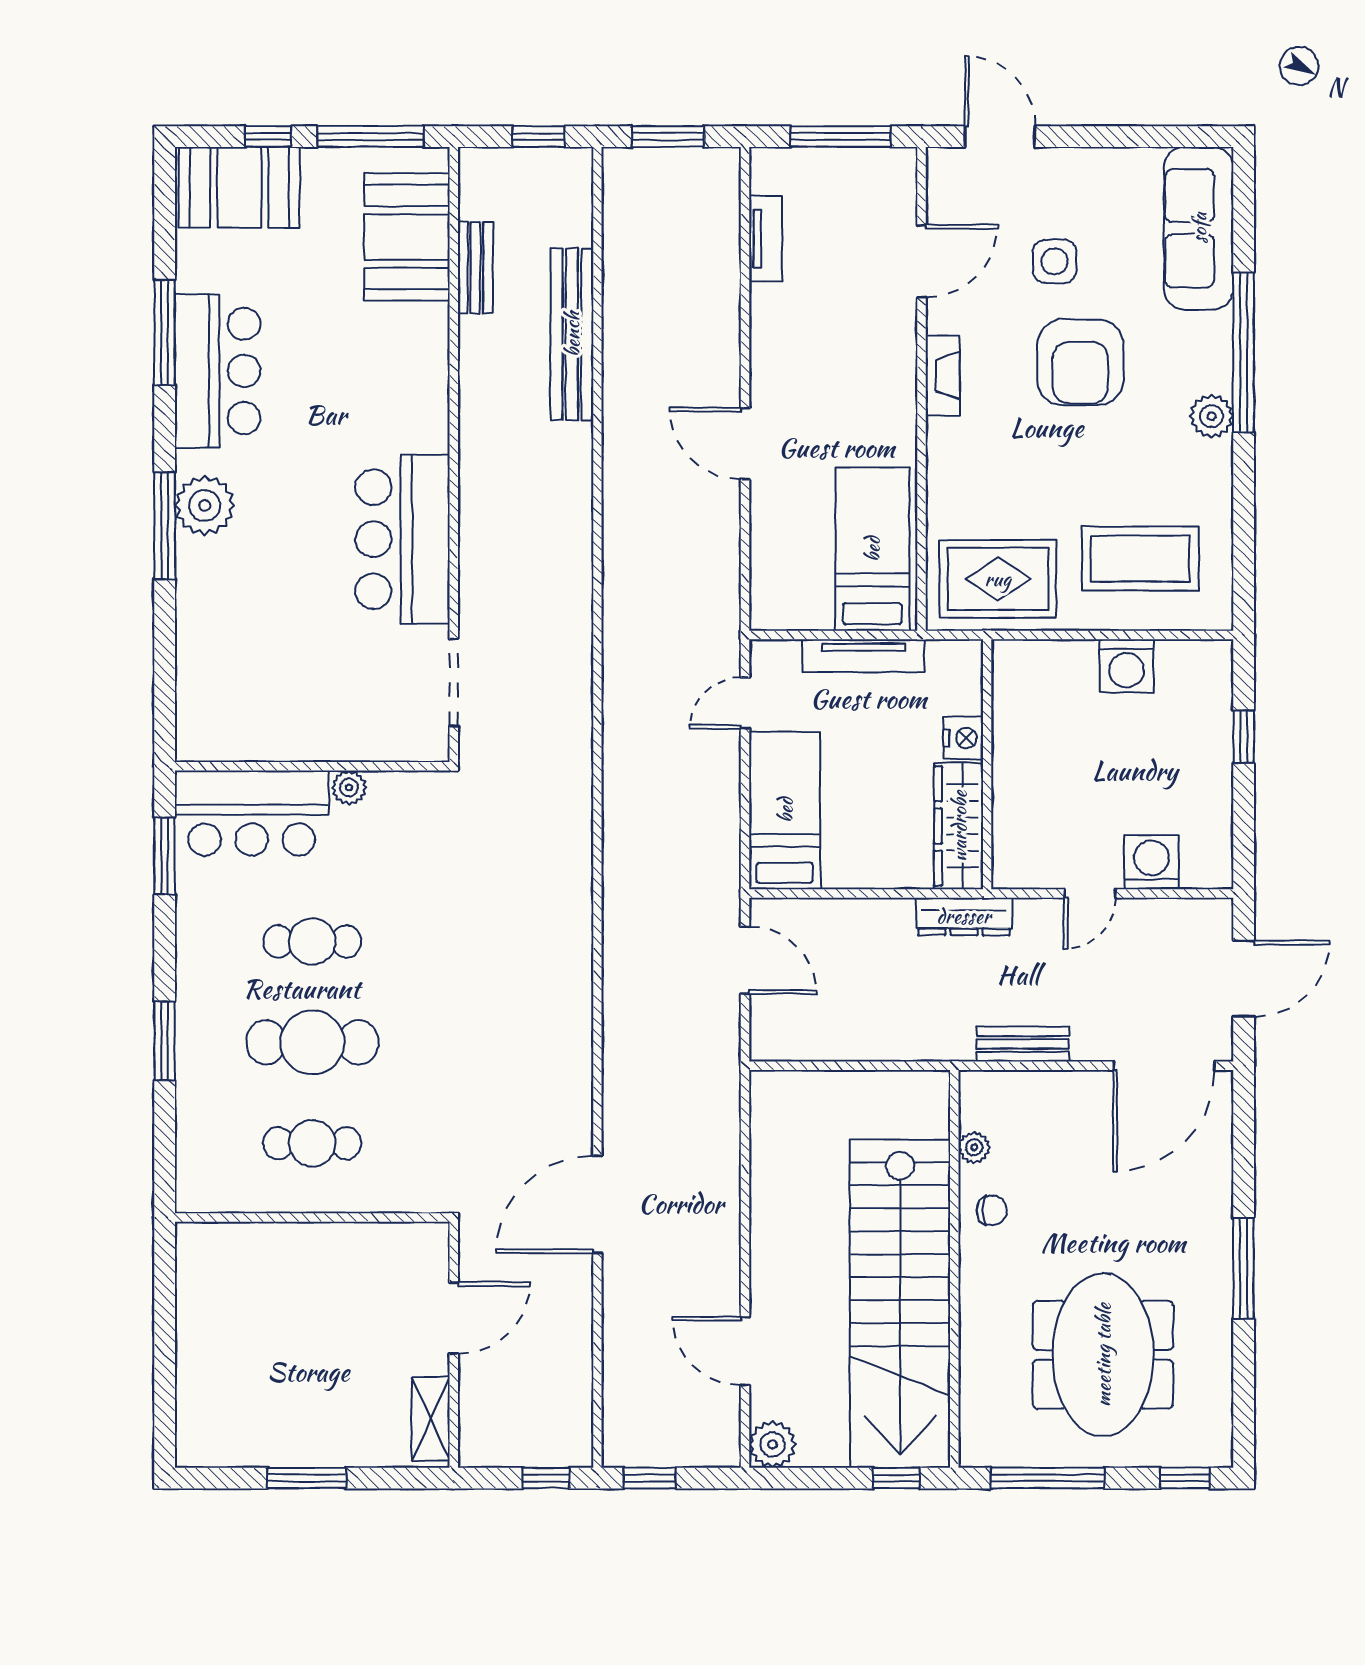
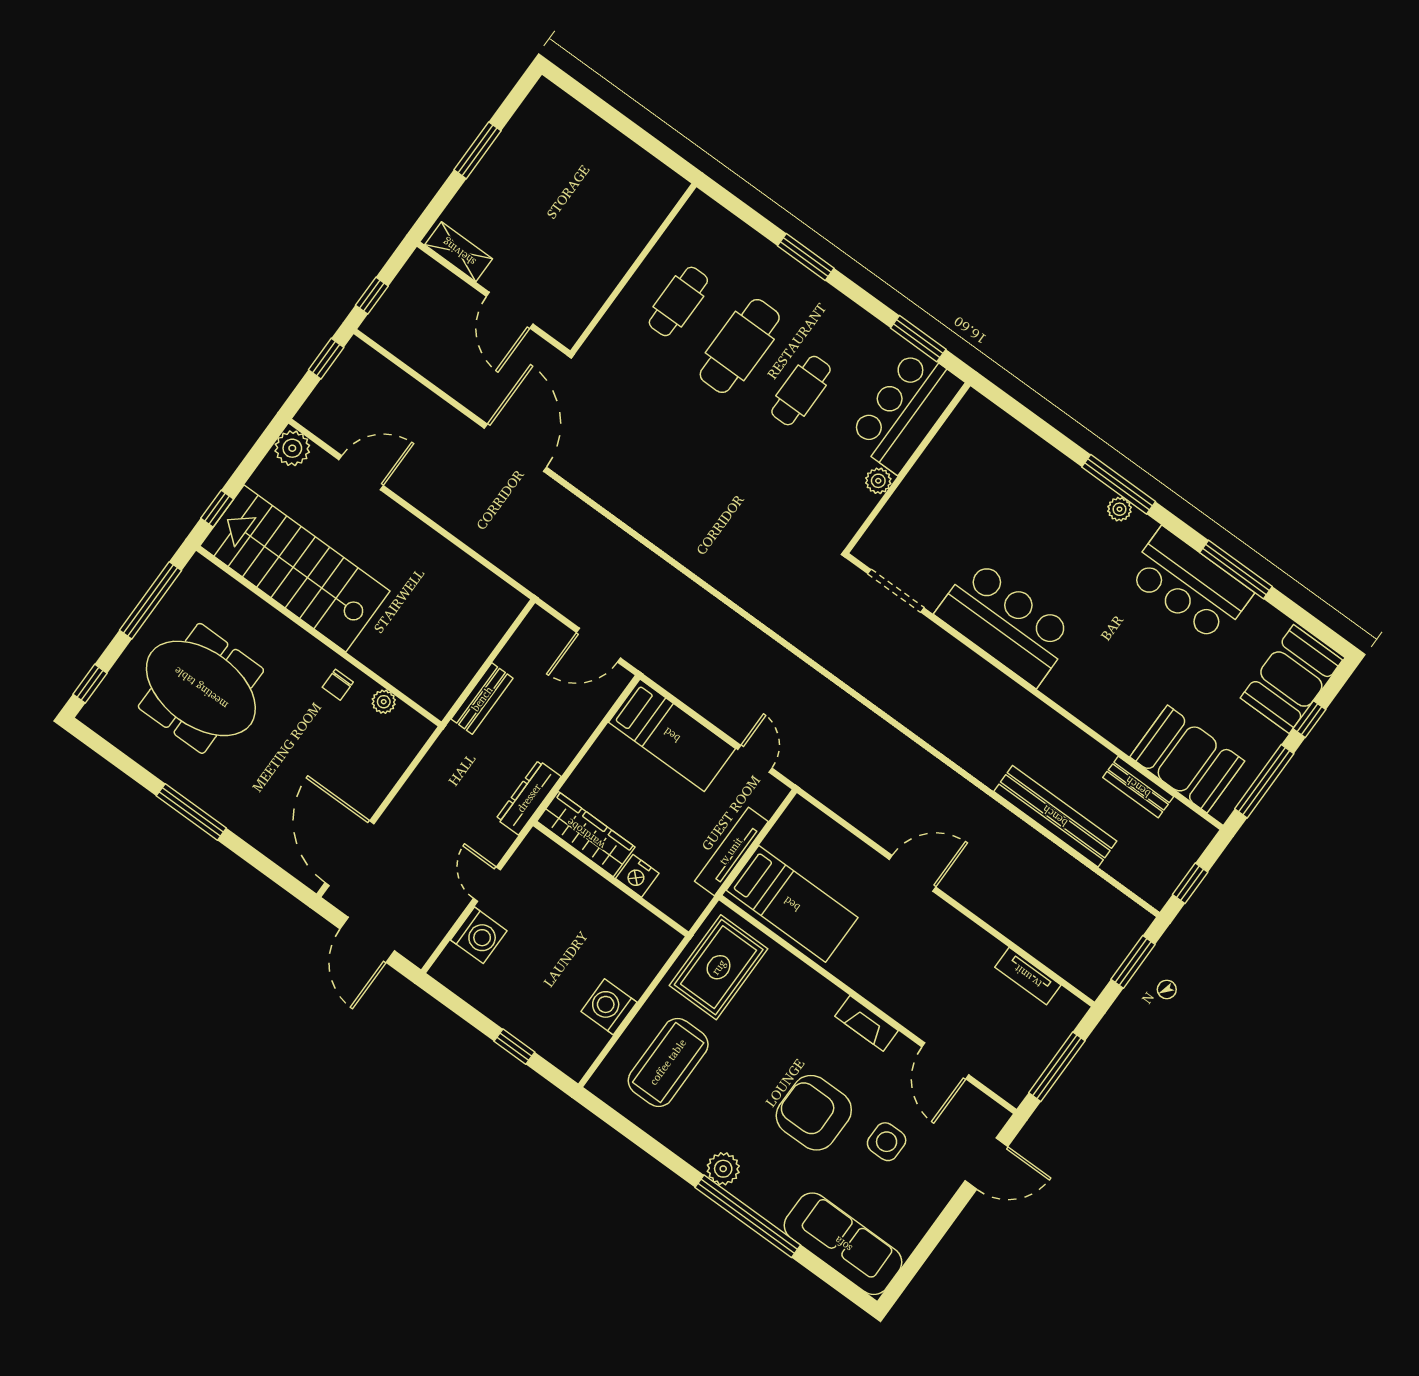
plant: (205, 505) -> (1119, 509), width x0.53, depth x0.53
bench: (1023, 1044) -> (482, 699), moved
stairs: (900, 1304) -> (295, 568), width x0.73

